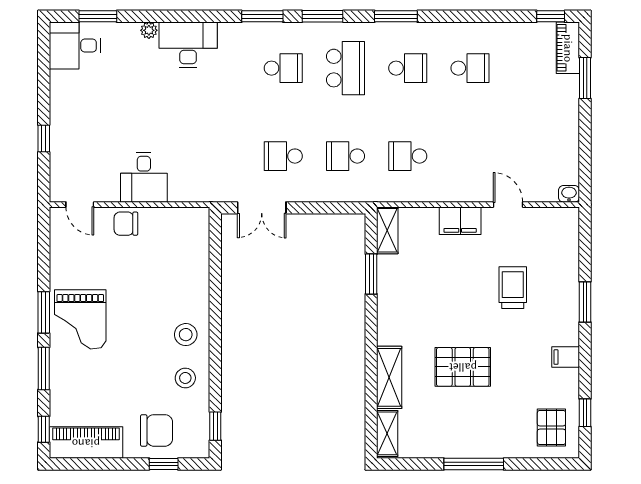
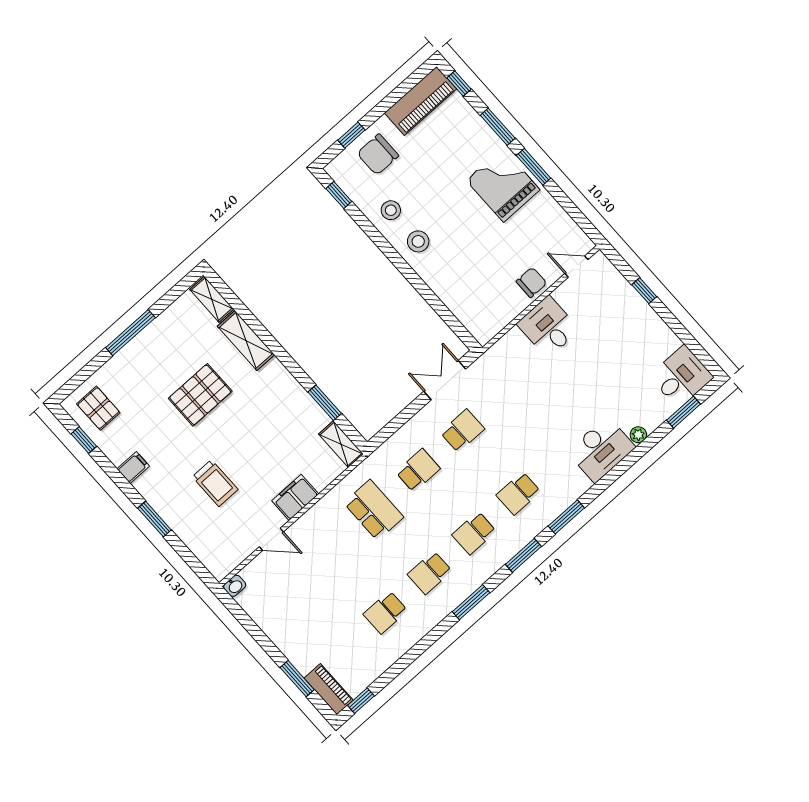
school desk: (345, 68) -> (474, 533), width x0.54
school desk: (408, 156) -> (374, 510), width x1.85

